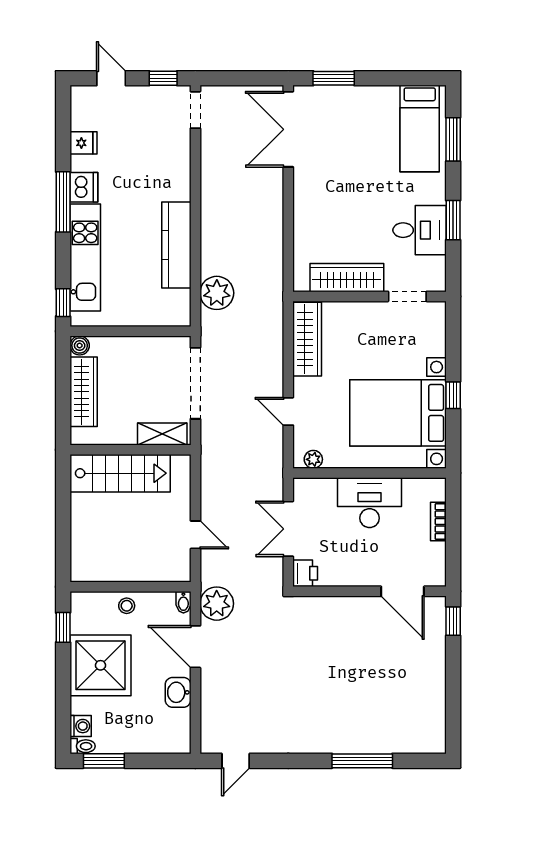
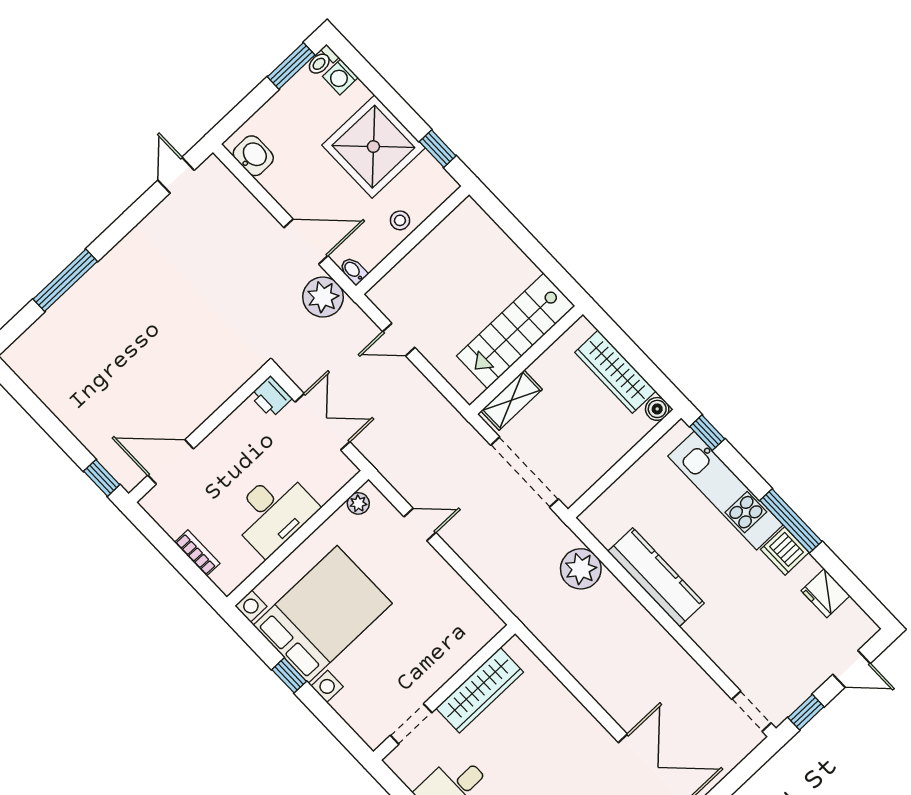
fridge: (83, 143) -> (826, 593), width x1.38
wardrobe: (307, 339) -> (463, 603), removed
washbasin: (178, 692) -> (253, 156), moved

